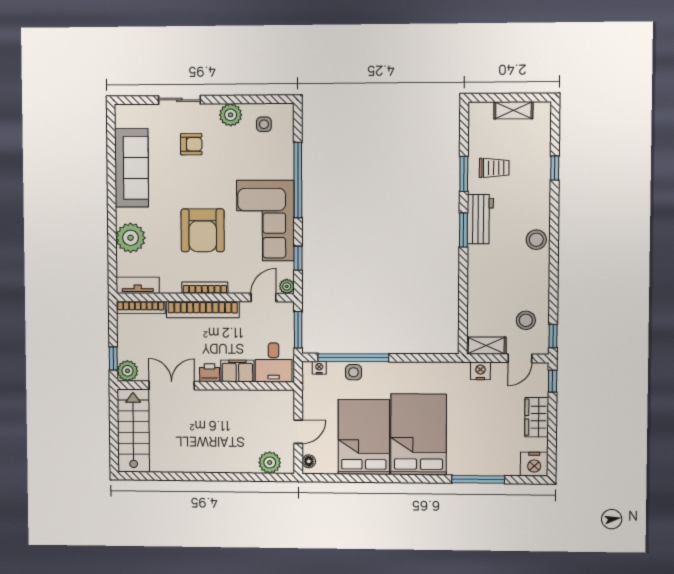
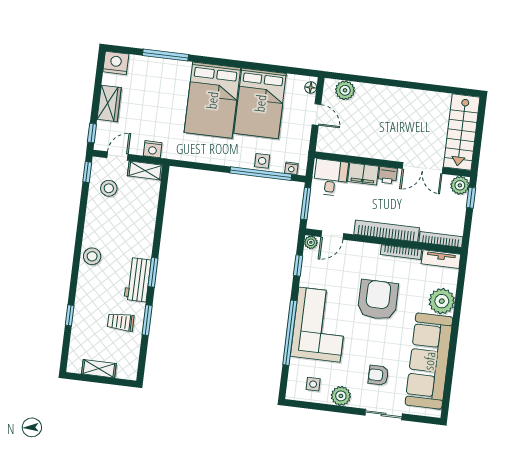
sofa: (132, 168) -> (429, 361), width x1.36, depth x1.27
corner sofa: (265, 221) -> (319, 325), moved
bookcase: (205, 288) -> (401, 252), moved
door: (298, 432) -> (317, 115), swing flipped

